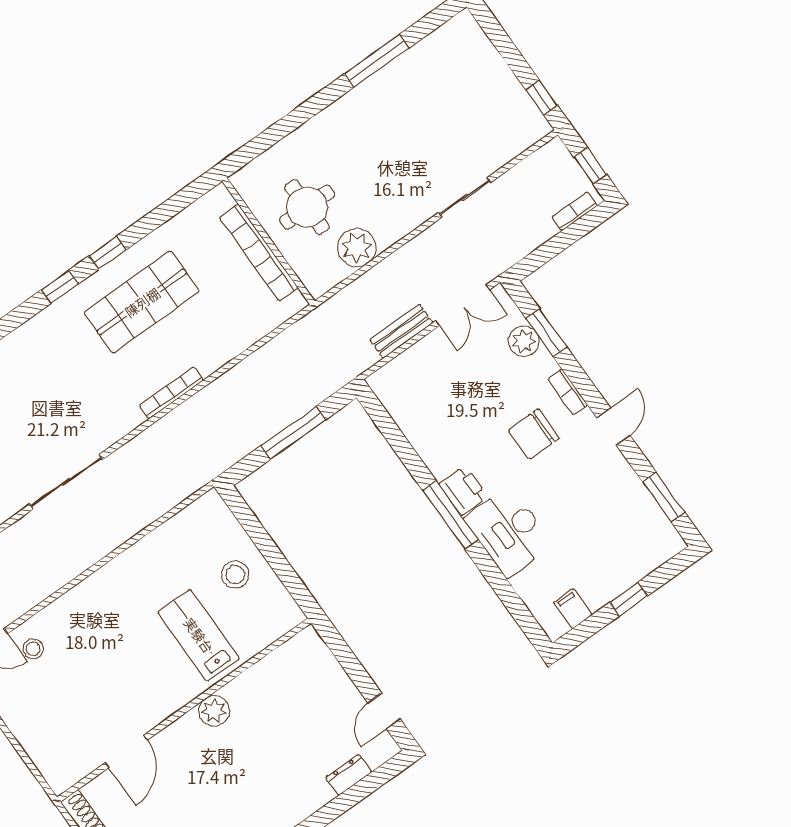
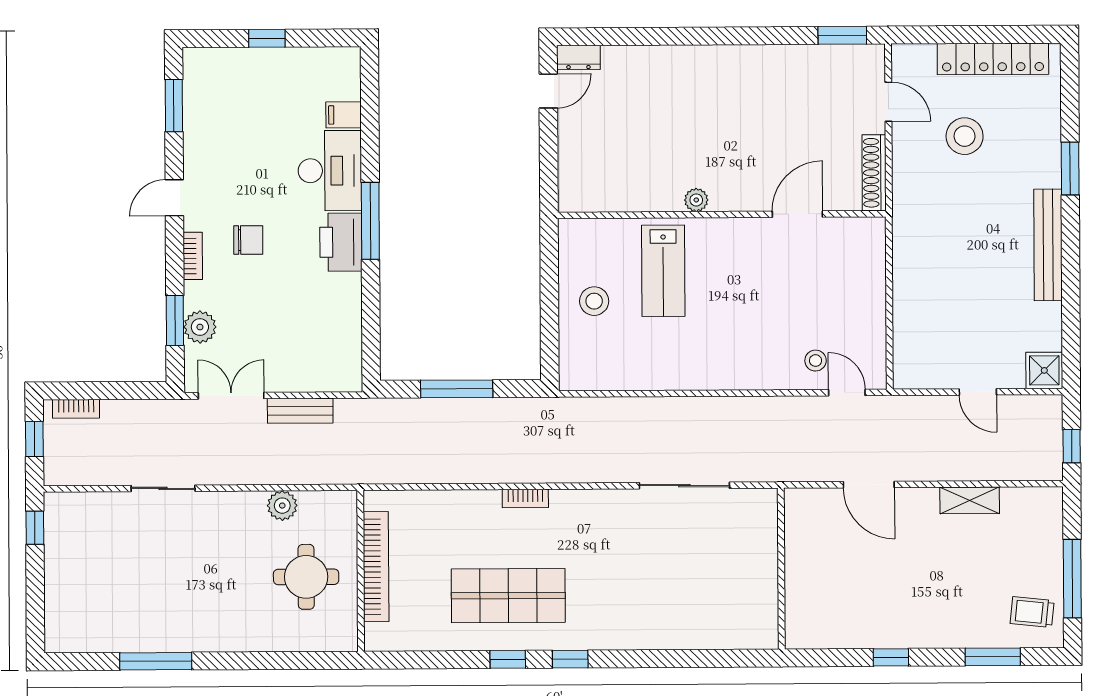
plant: (357, 248) -> (282, 506), width x0.73, depth x0.73
bookcase: (171, 393) -> (525, 498), width x0.64
chair: (534, 434) -> (248, 240), width x0.73, depth x0.73
printer: (463, 491) -> (341, 242), width x1.37, depth x1.19
filing cabinet: (573, 609) -> (344, 115), moved, turned 90
plant: (214, 711) -> (696, 200), width x0.73, depth x0.73
dresser: (349, 775) -> (578, 58), moved

